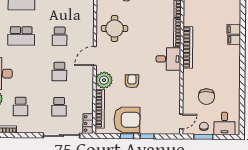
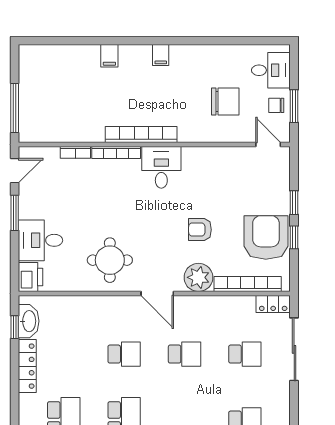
filing cabinet: (234, 40) -> (161, 55), moved

